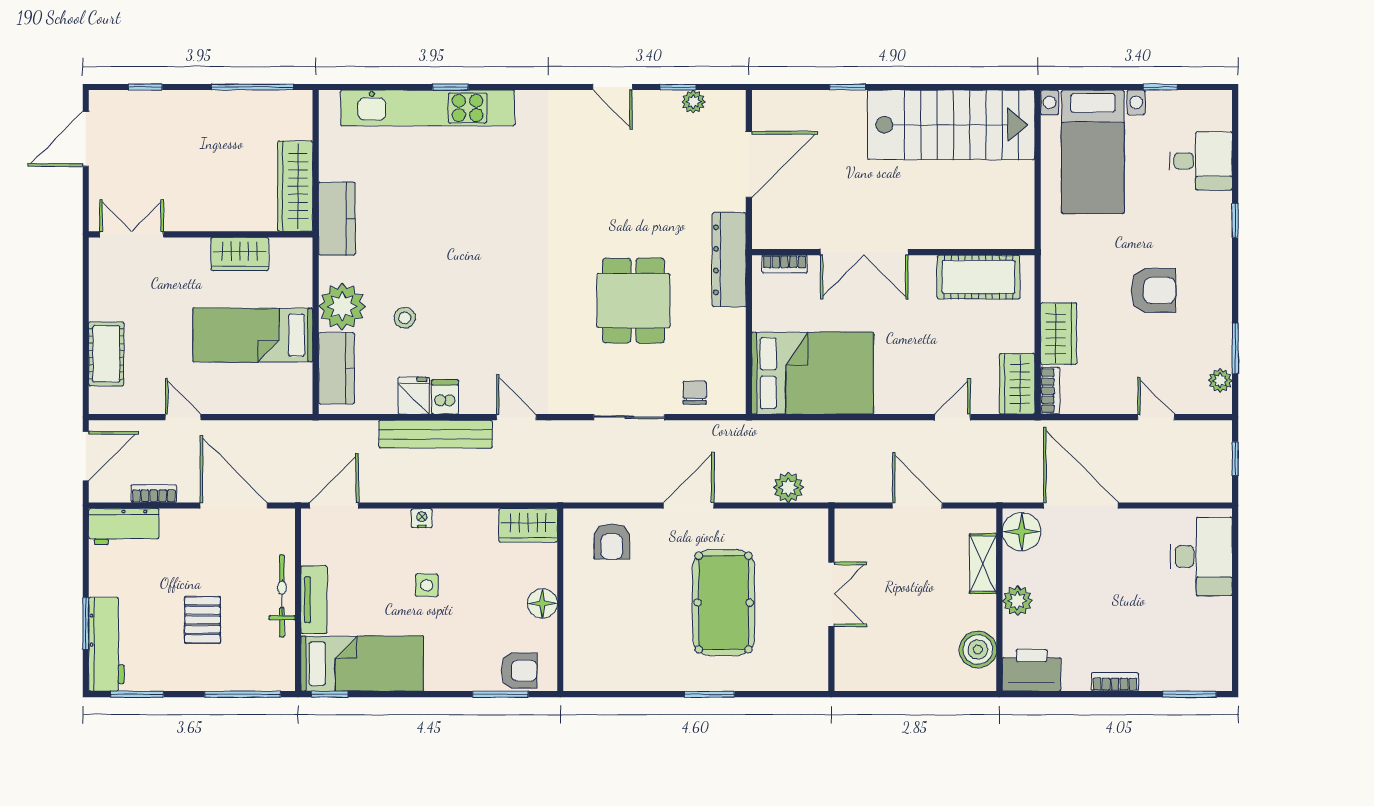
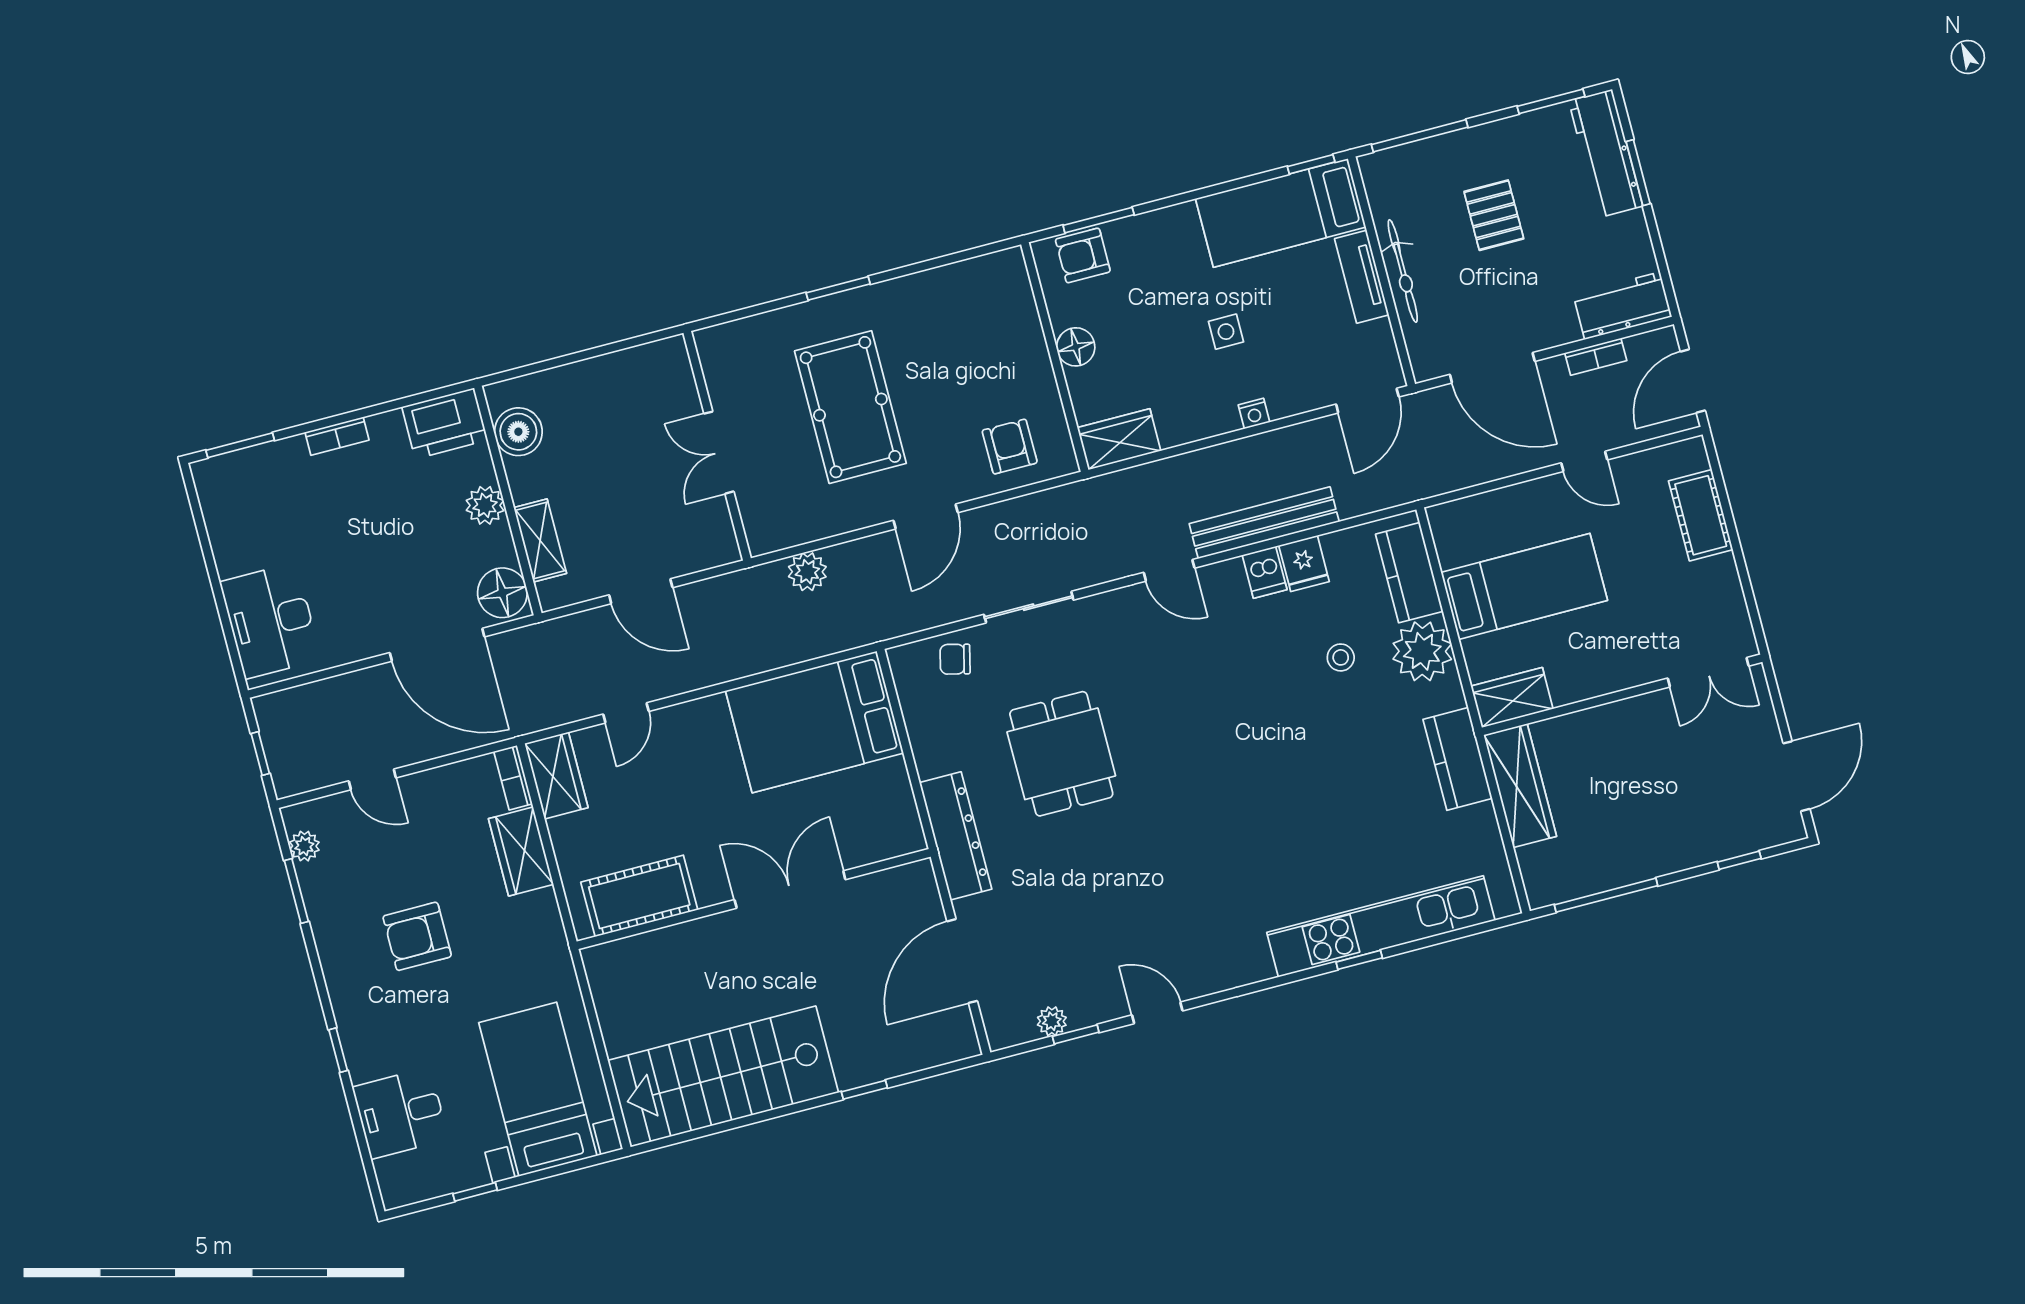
wardrobe: (240, 254) -> (1512, 698), moved
bookcase: (785, 264) -> (885, 849), removed
chair: (695, 393) -> (955, 659), turned 104

